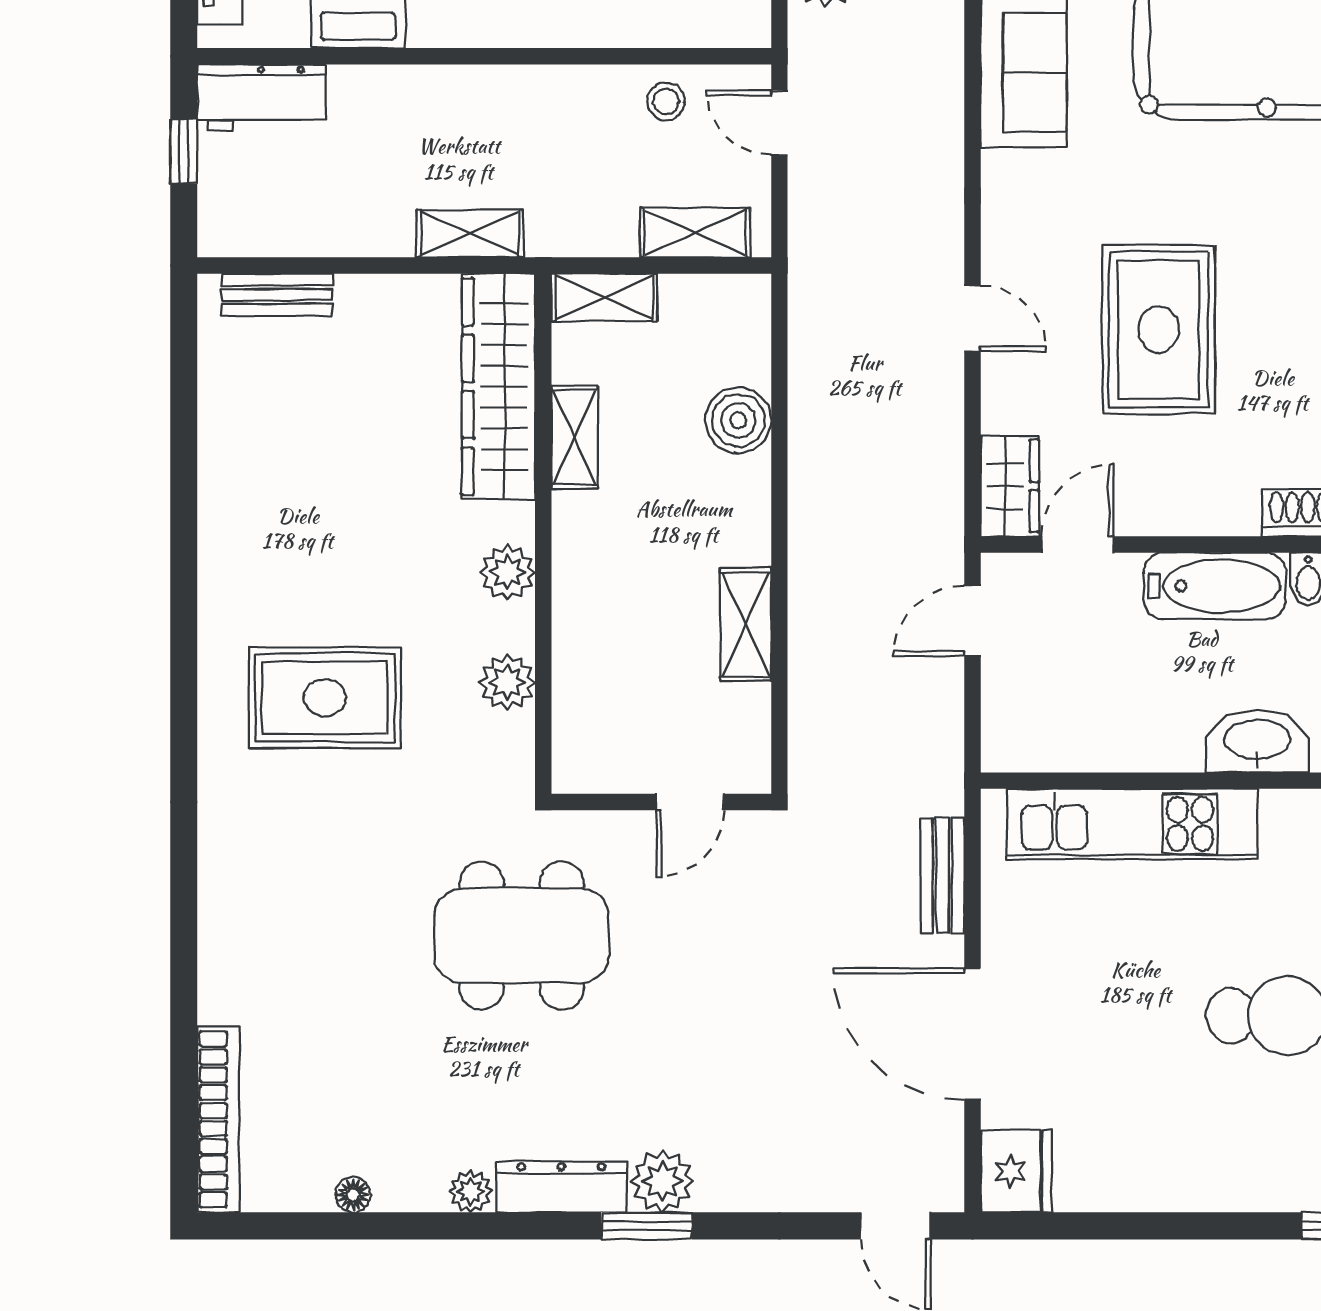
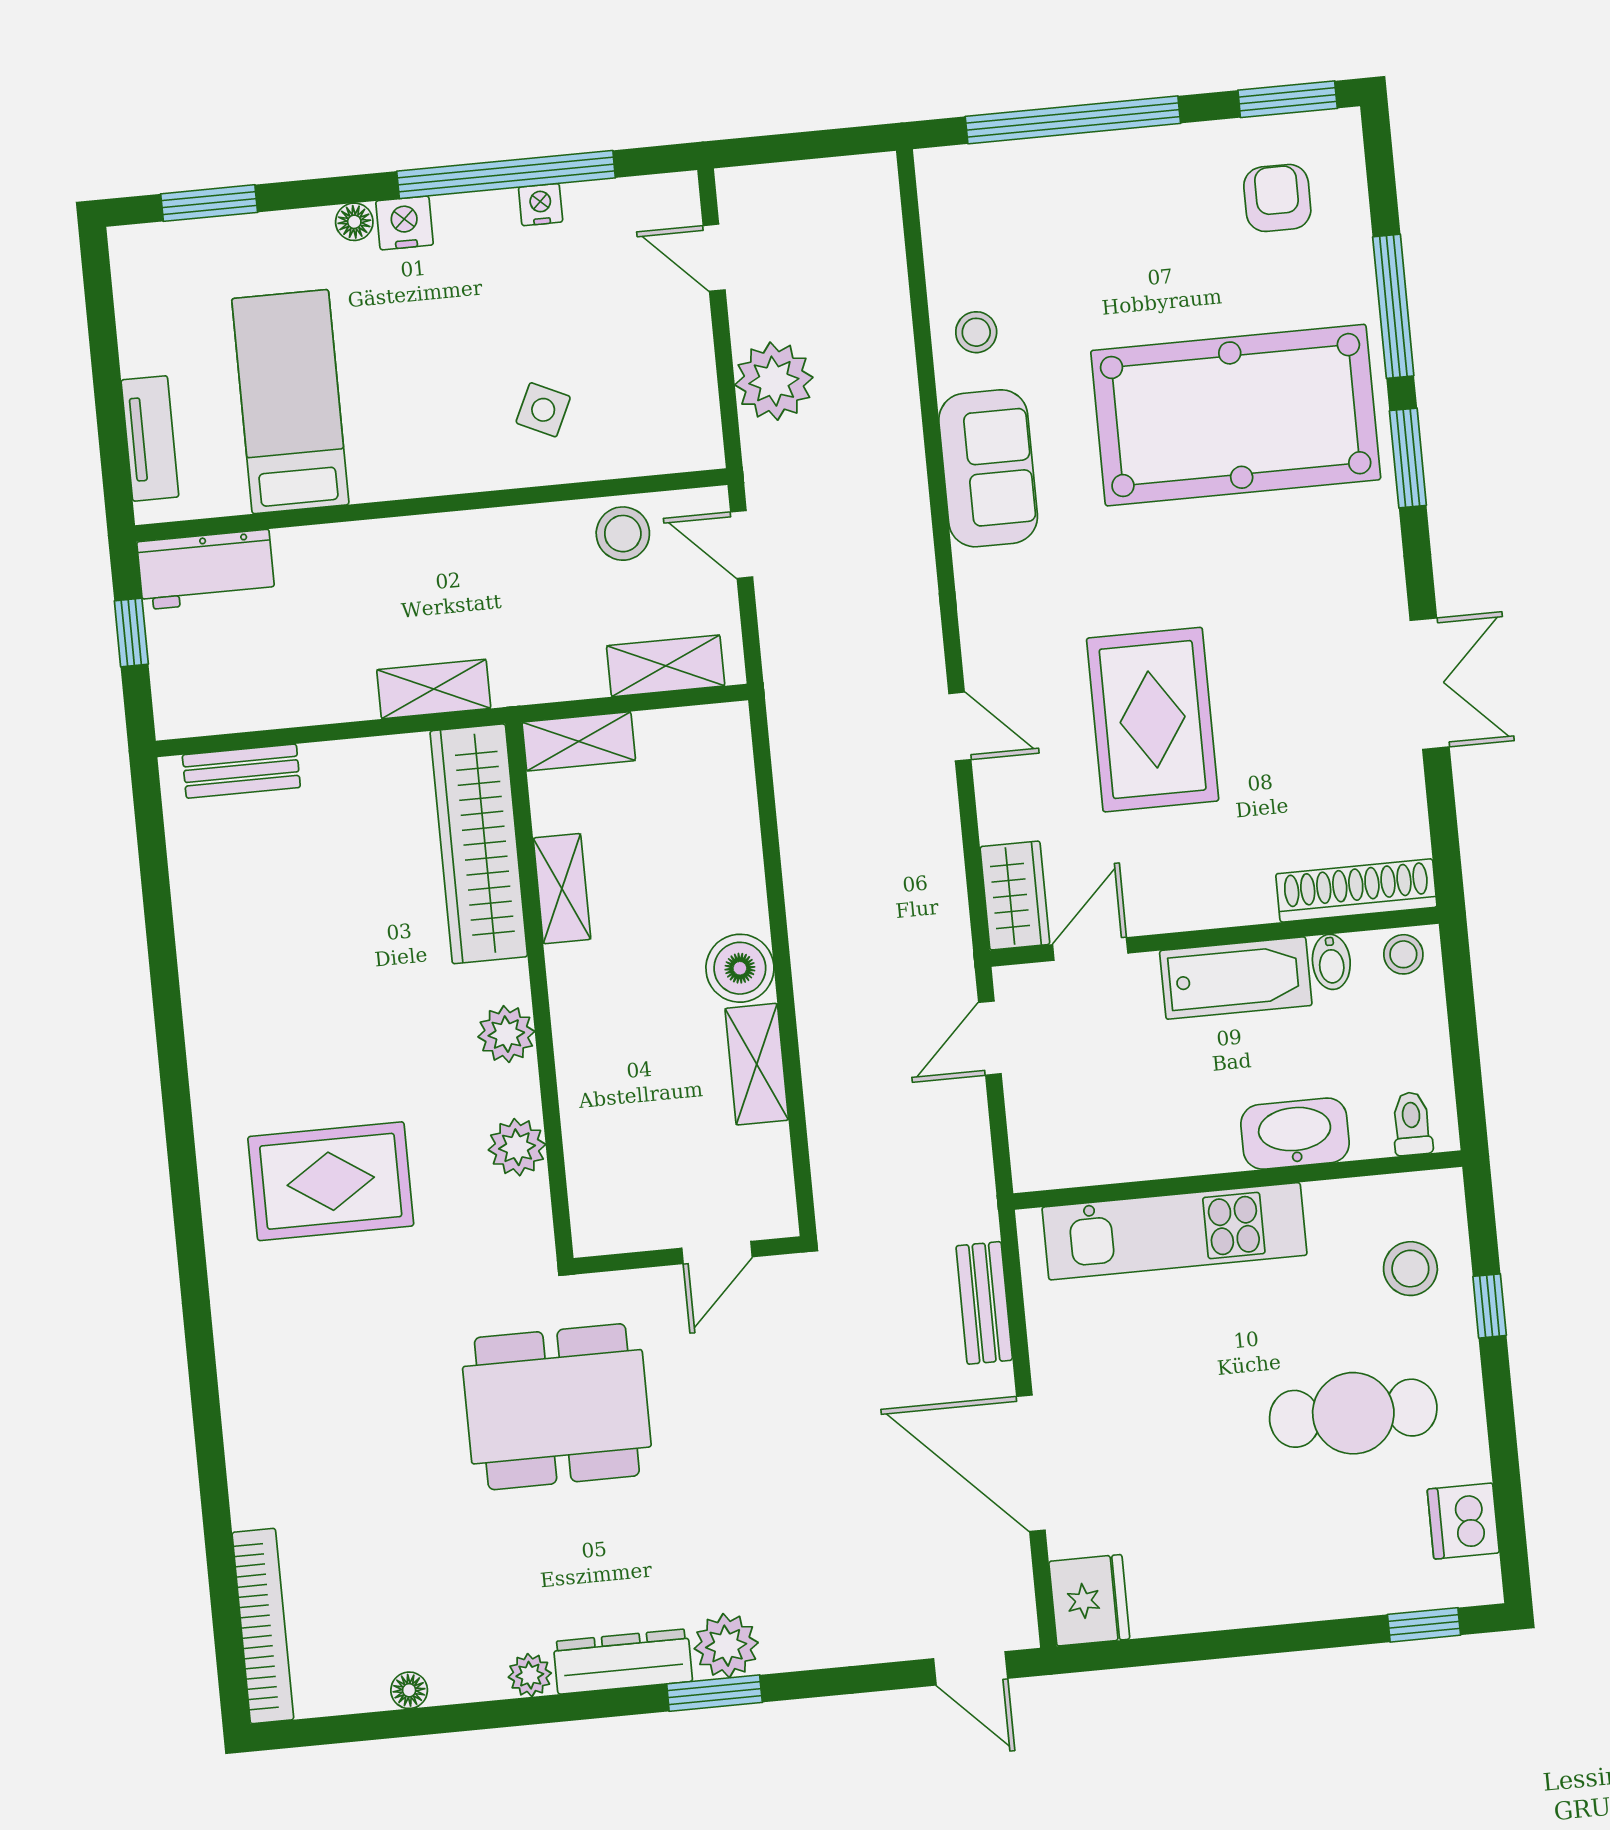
stool: (666, 101) -> (623, 534), width x1.37, depth x1.37
boiler: (738, 420) -> (740, 968), moved

